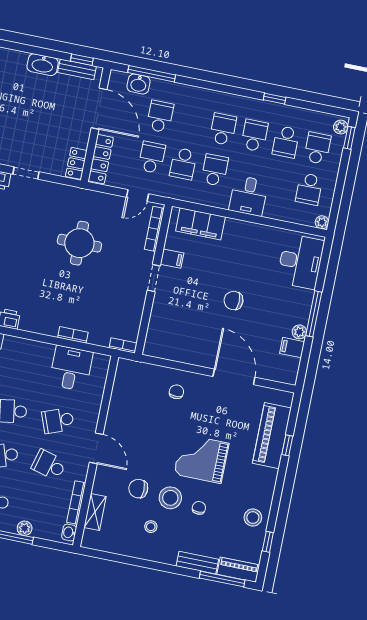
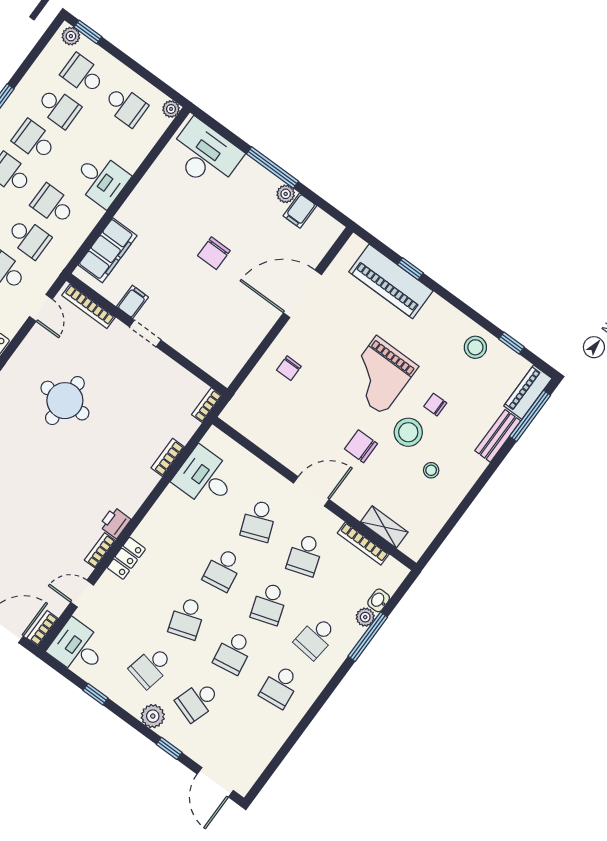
chair: (176, 392) -> (289, 368), turned -90
school desk: (49, 465) -> (305, 555), turned -33
chair: (138, 489) -> (361, 446), moved, turned 90
washbasin: (69, 532) -> (379, 600), moved, turned 90

